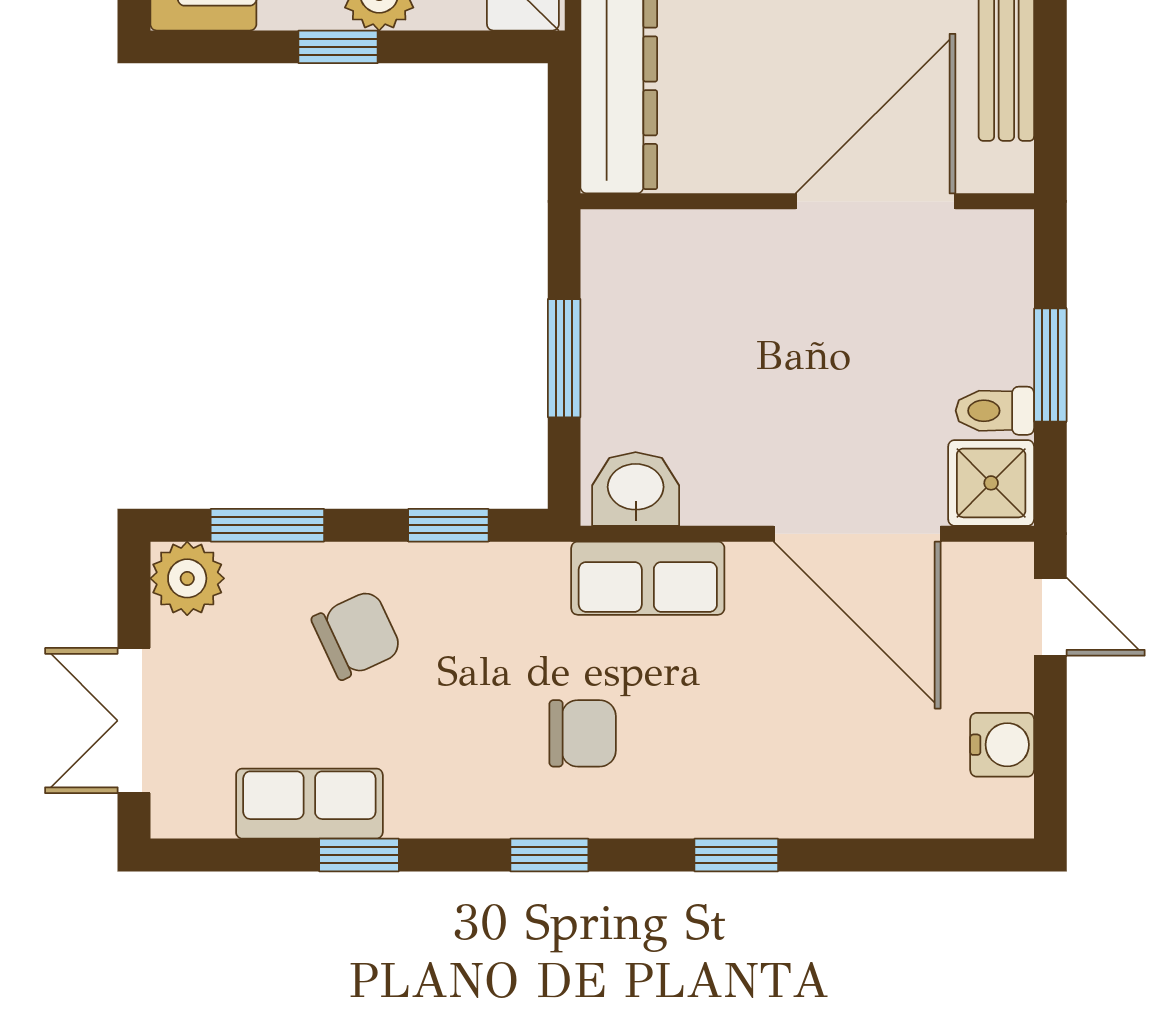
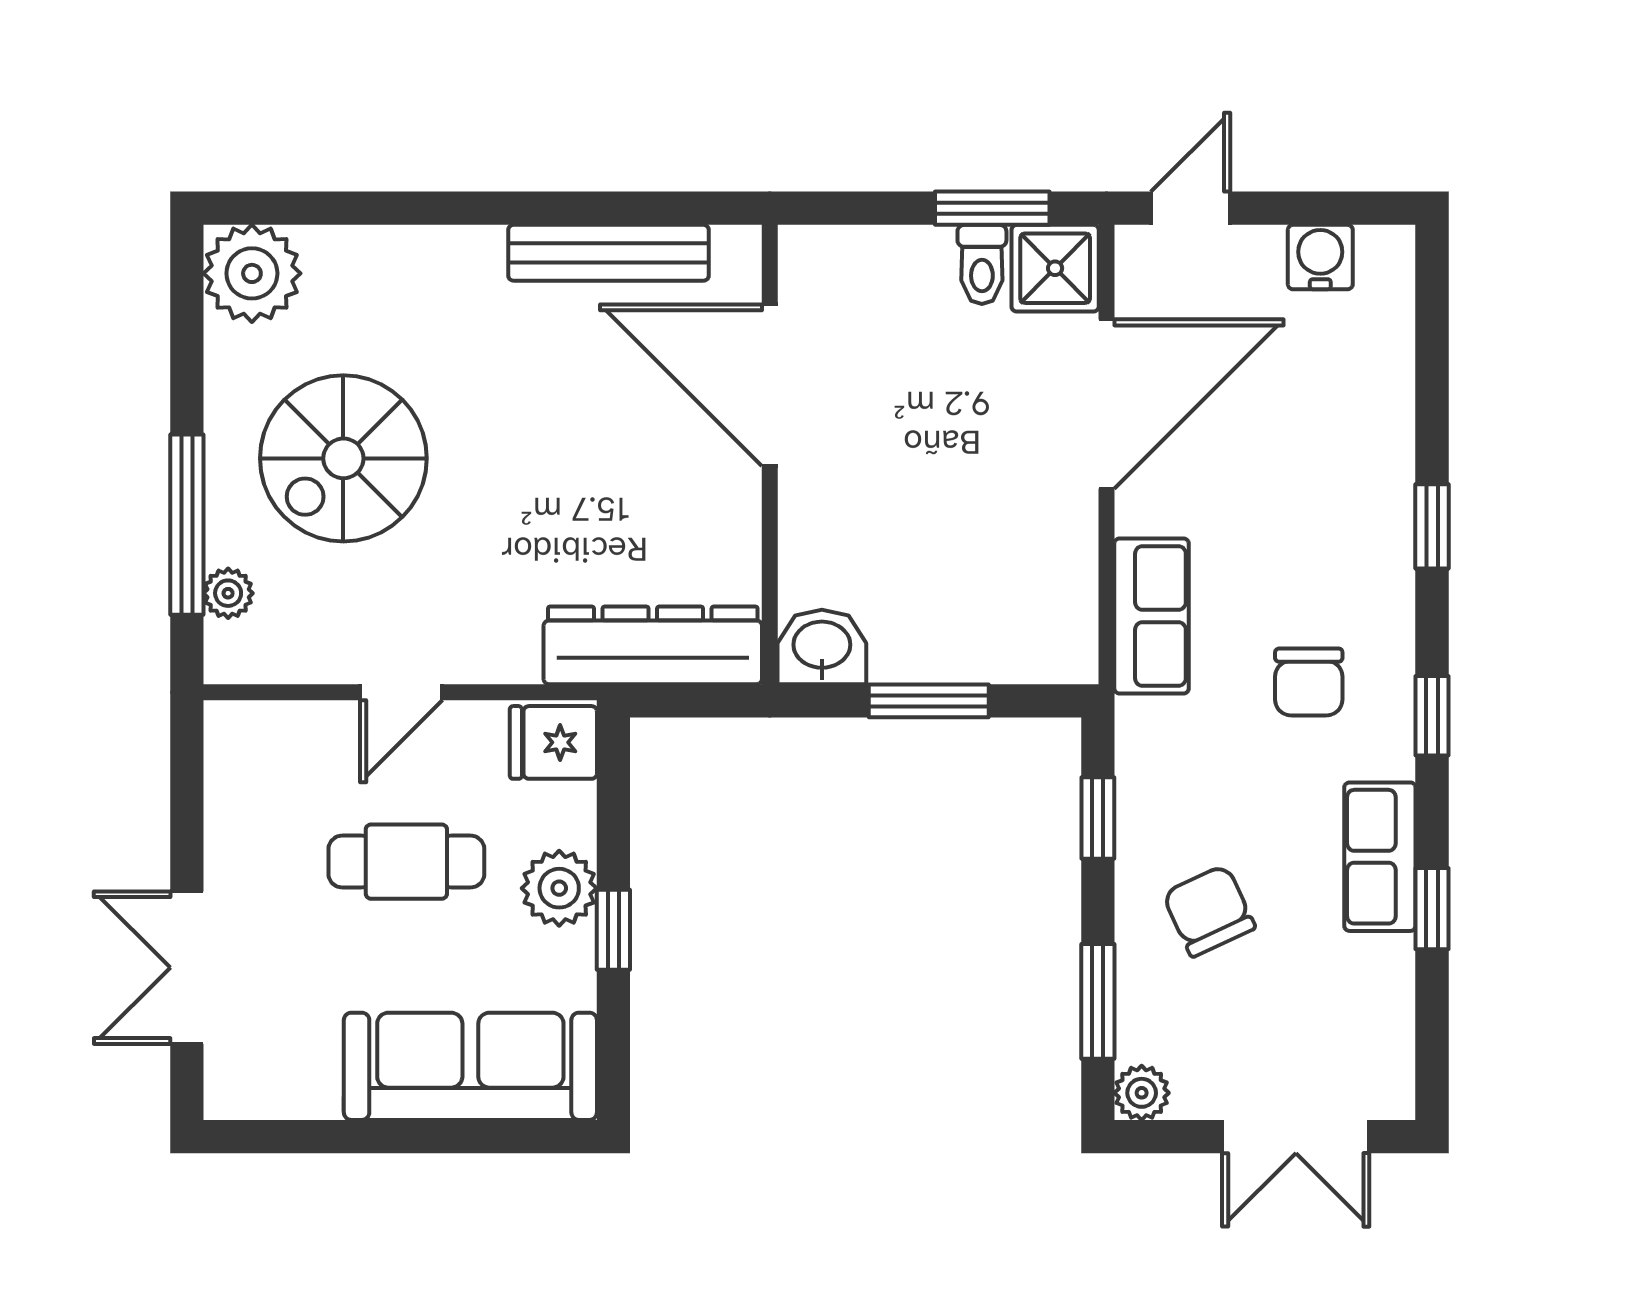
window: (1050, 365) -> (992, 208), moved
washbasin: (636, 489) -> (822, 647), moved, turned 90
plant: (187, 578) -> (1142, 1093), width x0.73, depth x0.73
chair: (583, 733) -> (1309, 682), turned 180
row of seats: (309, 804) -> (1380, 857), moved

